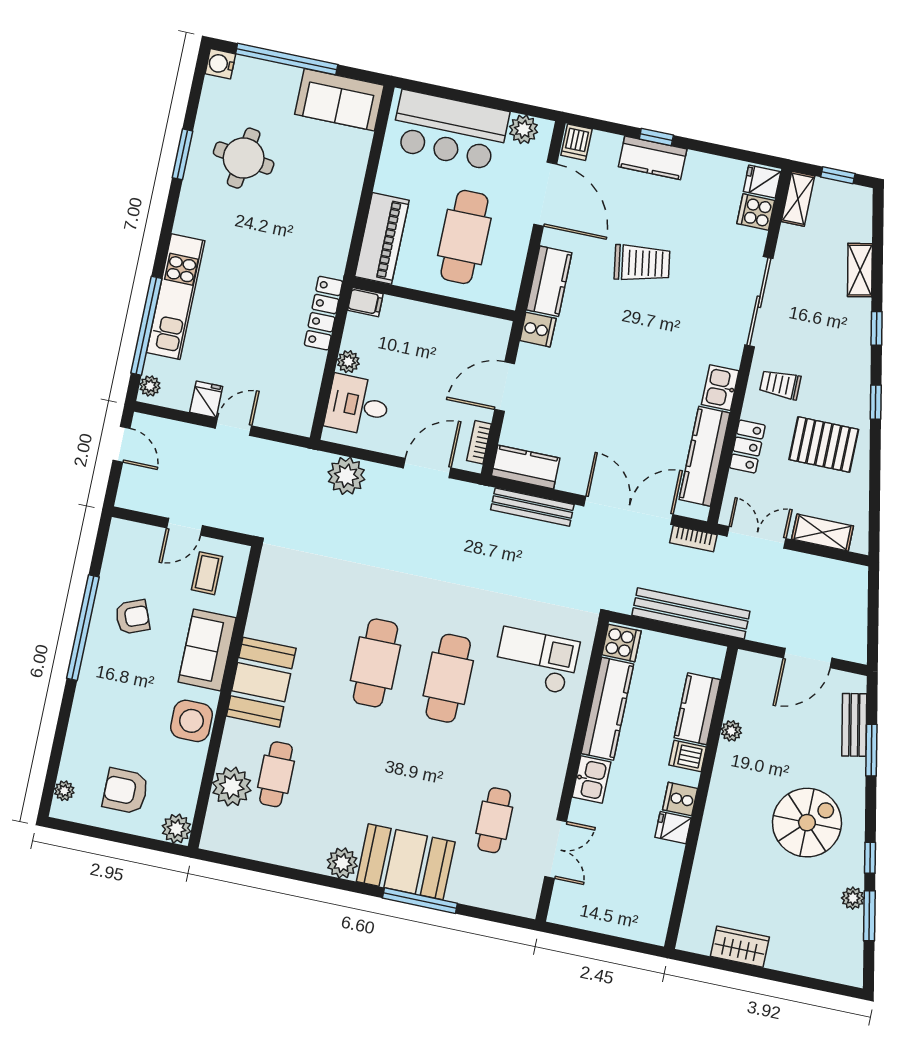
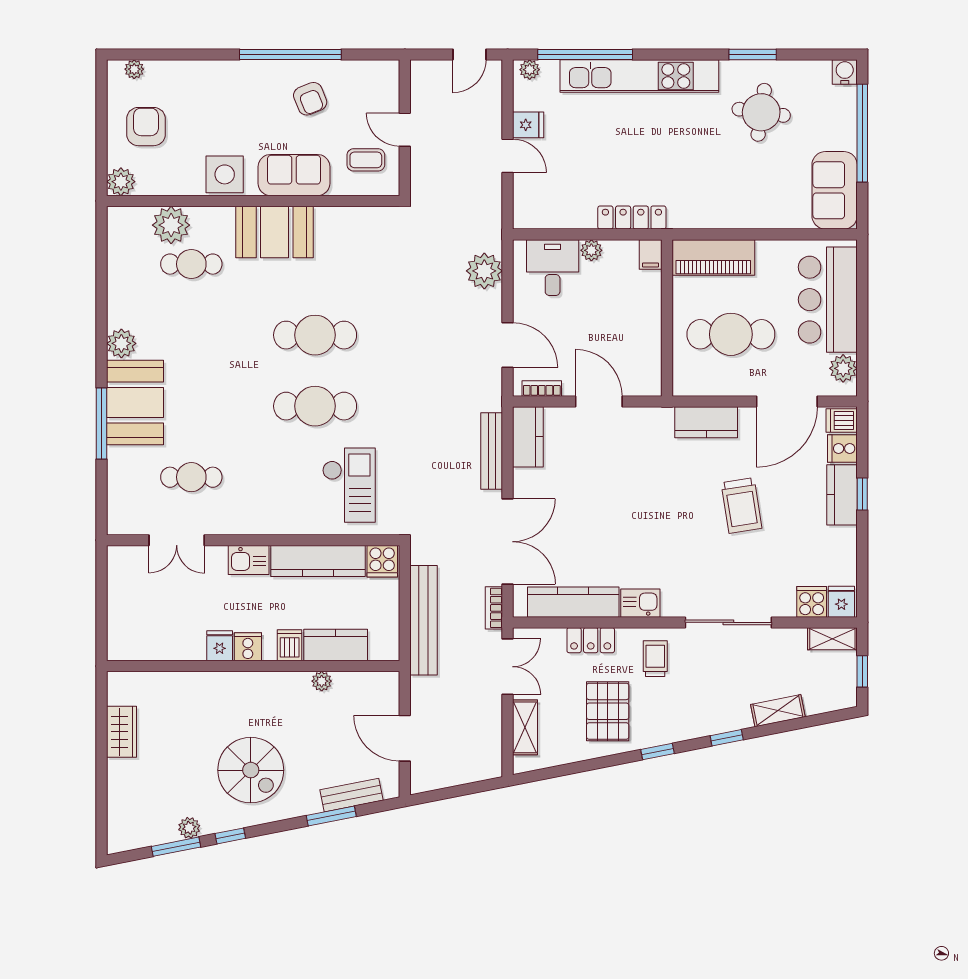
kitchen unit: (176, 297) -> (639, 76), width x1.36
cooker: (538, 330) -> (842, 448), moved, turned 90

